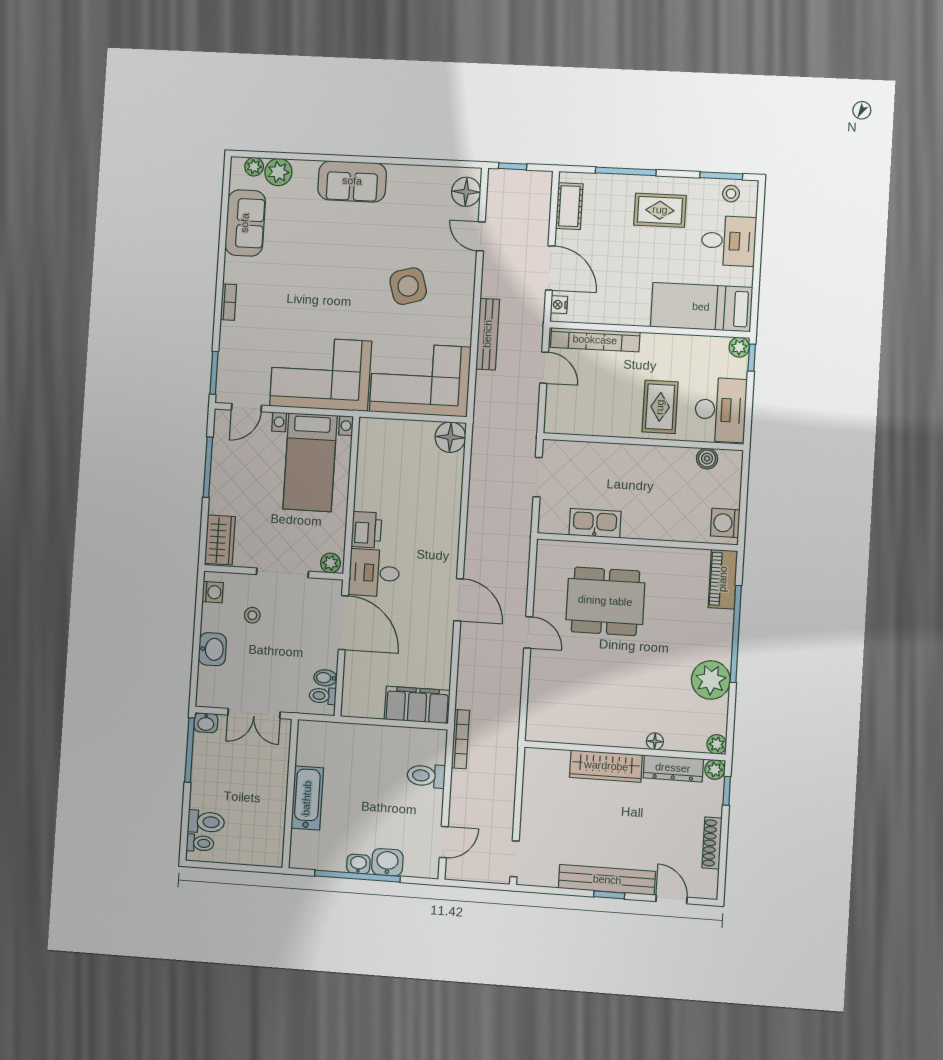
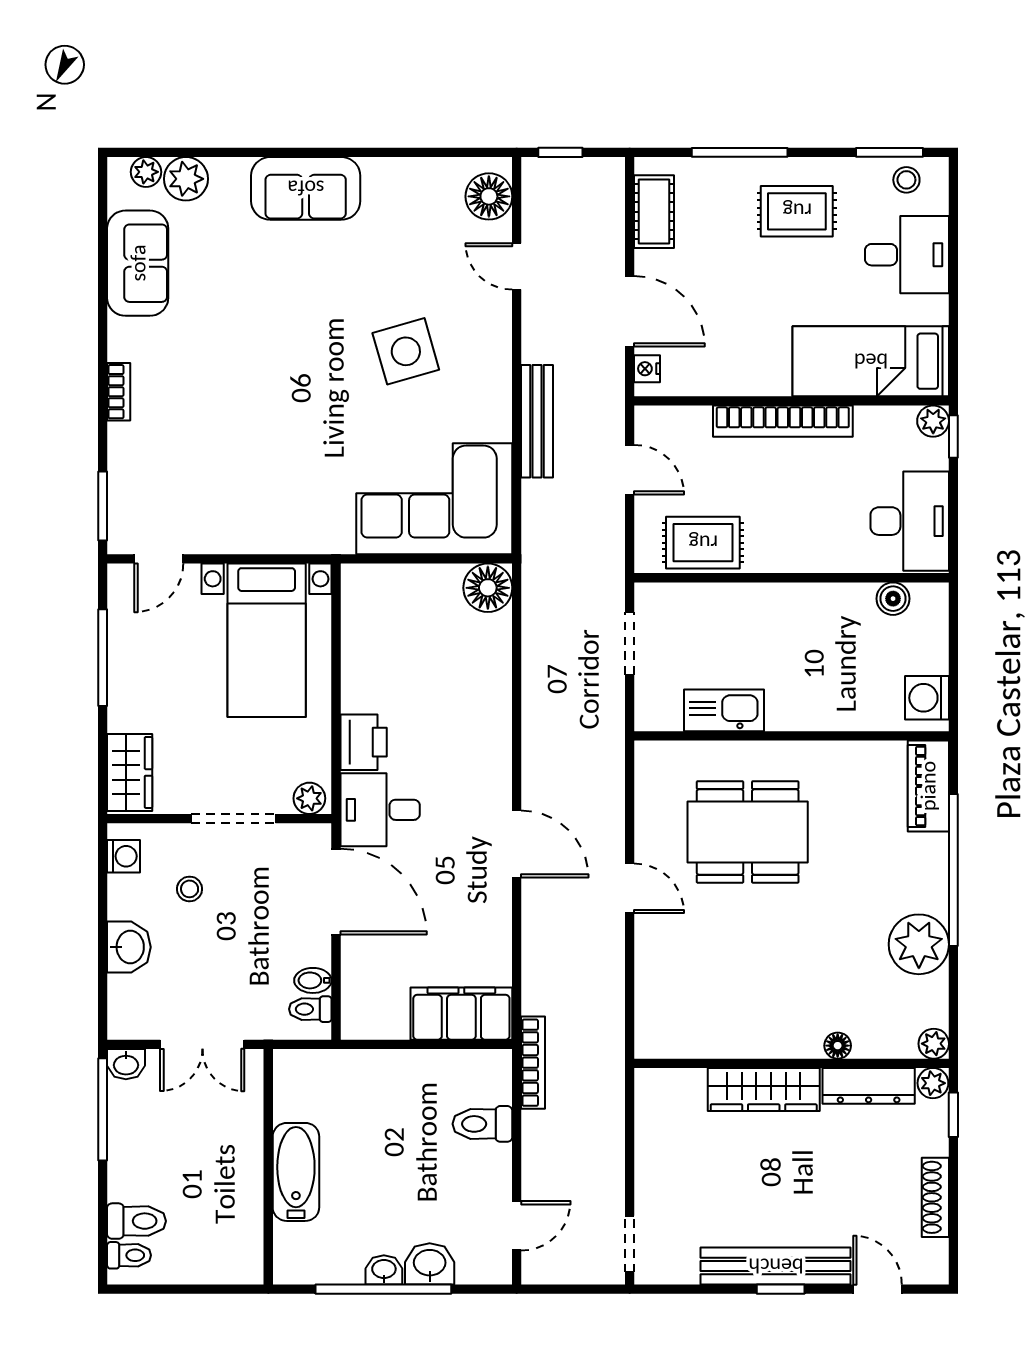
bookcase: (595, 340) -> (783, 421), moved
corner sofa: (321, 374) -> (275, 498), removed
rug: (660, 407) -> (703, 543), moved, turned 90

